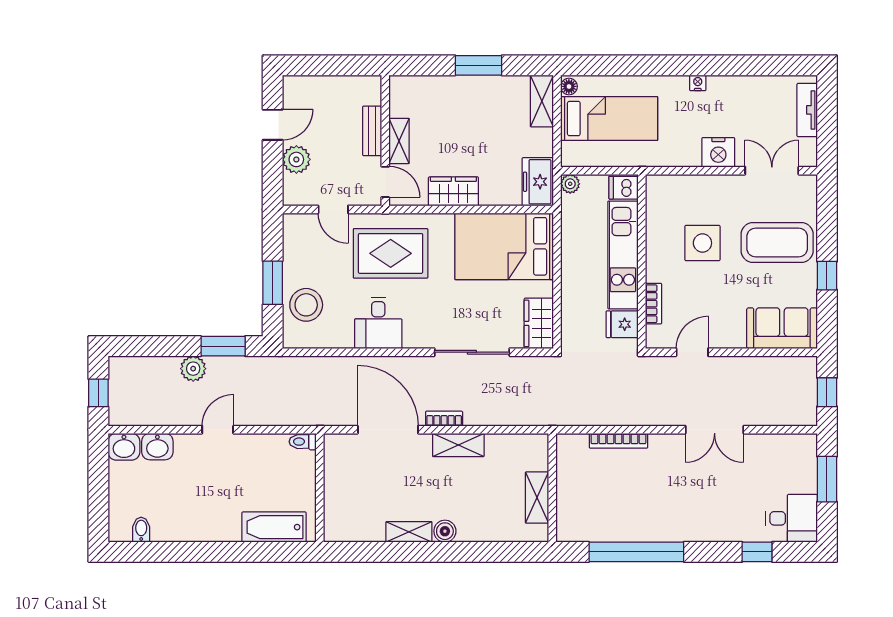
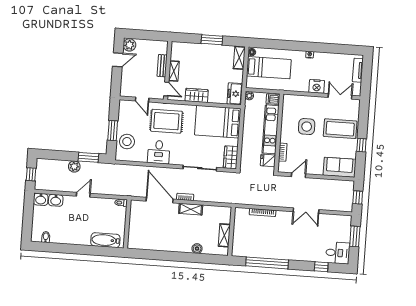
plant: (296, 159) -> (129, 45), moved
boiler: (445, 531) -> (197, 249), moved
shelving: (409, 532) -> (166, 247), removed

